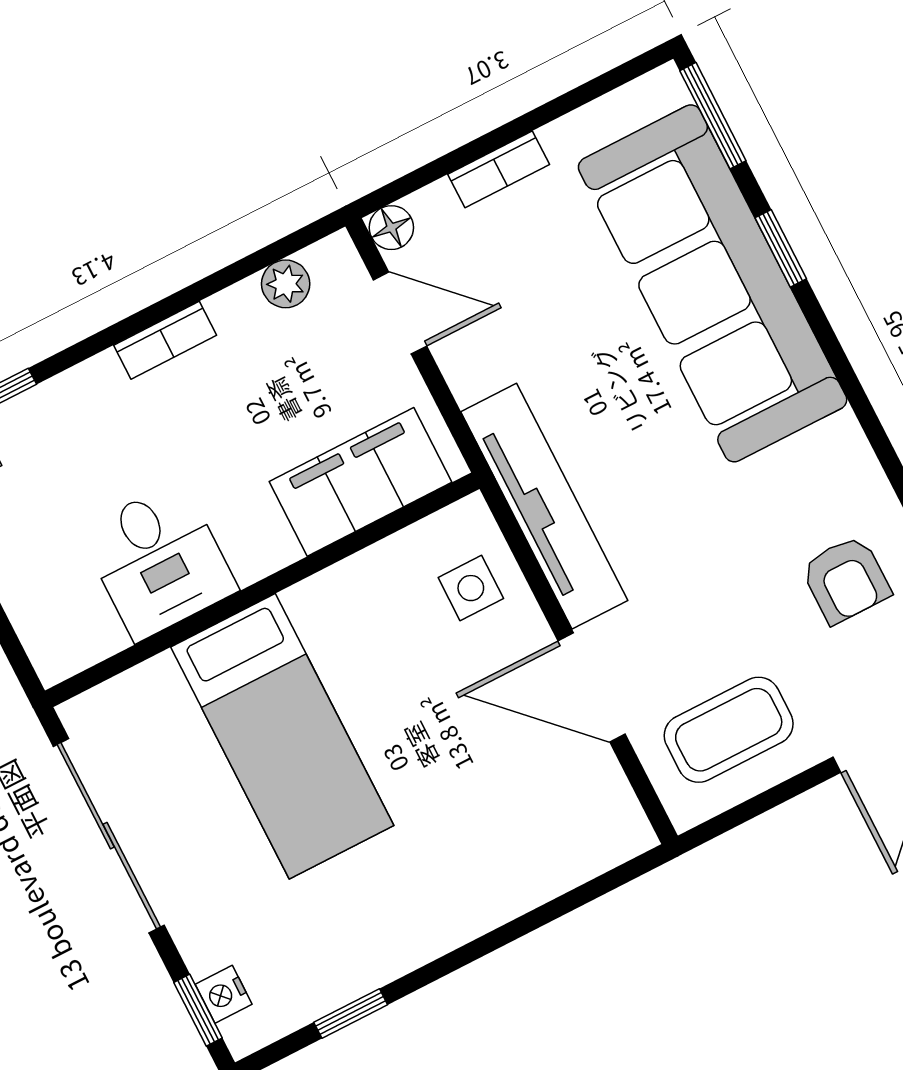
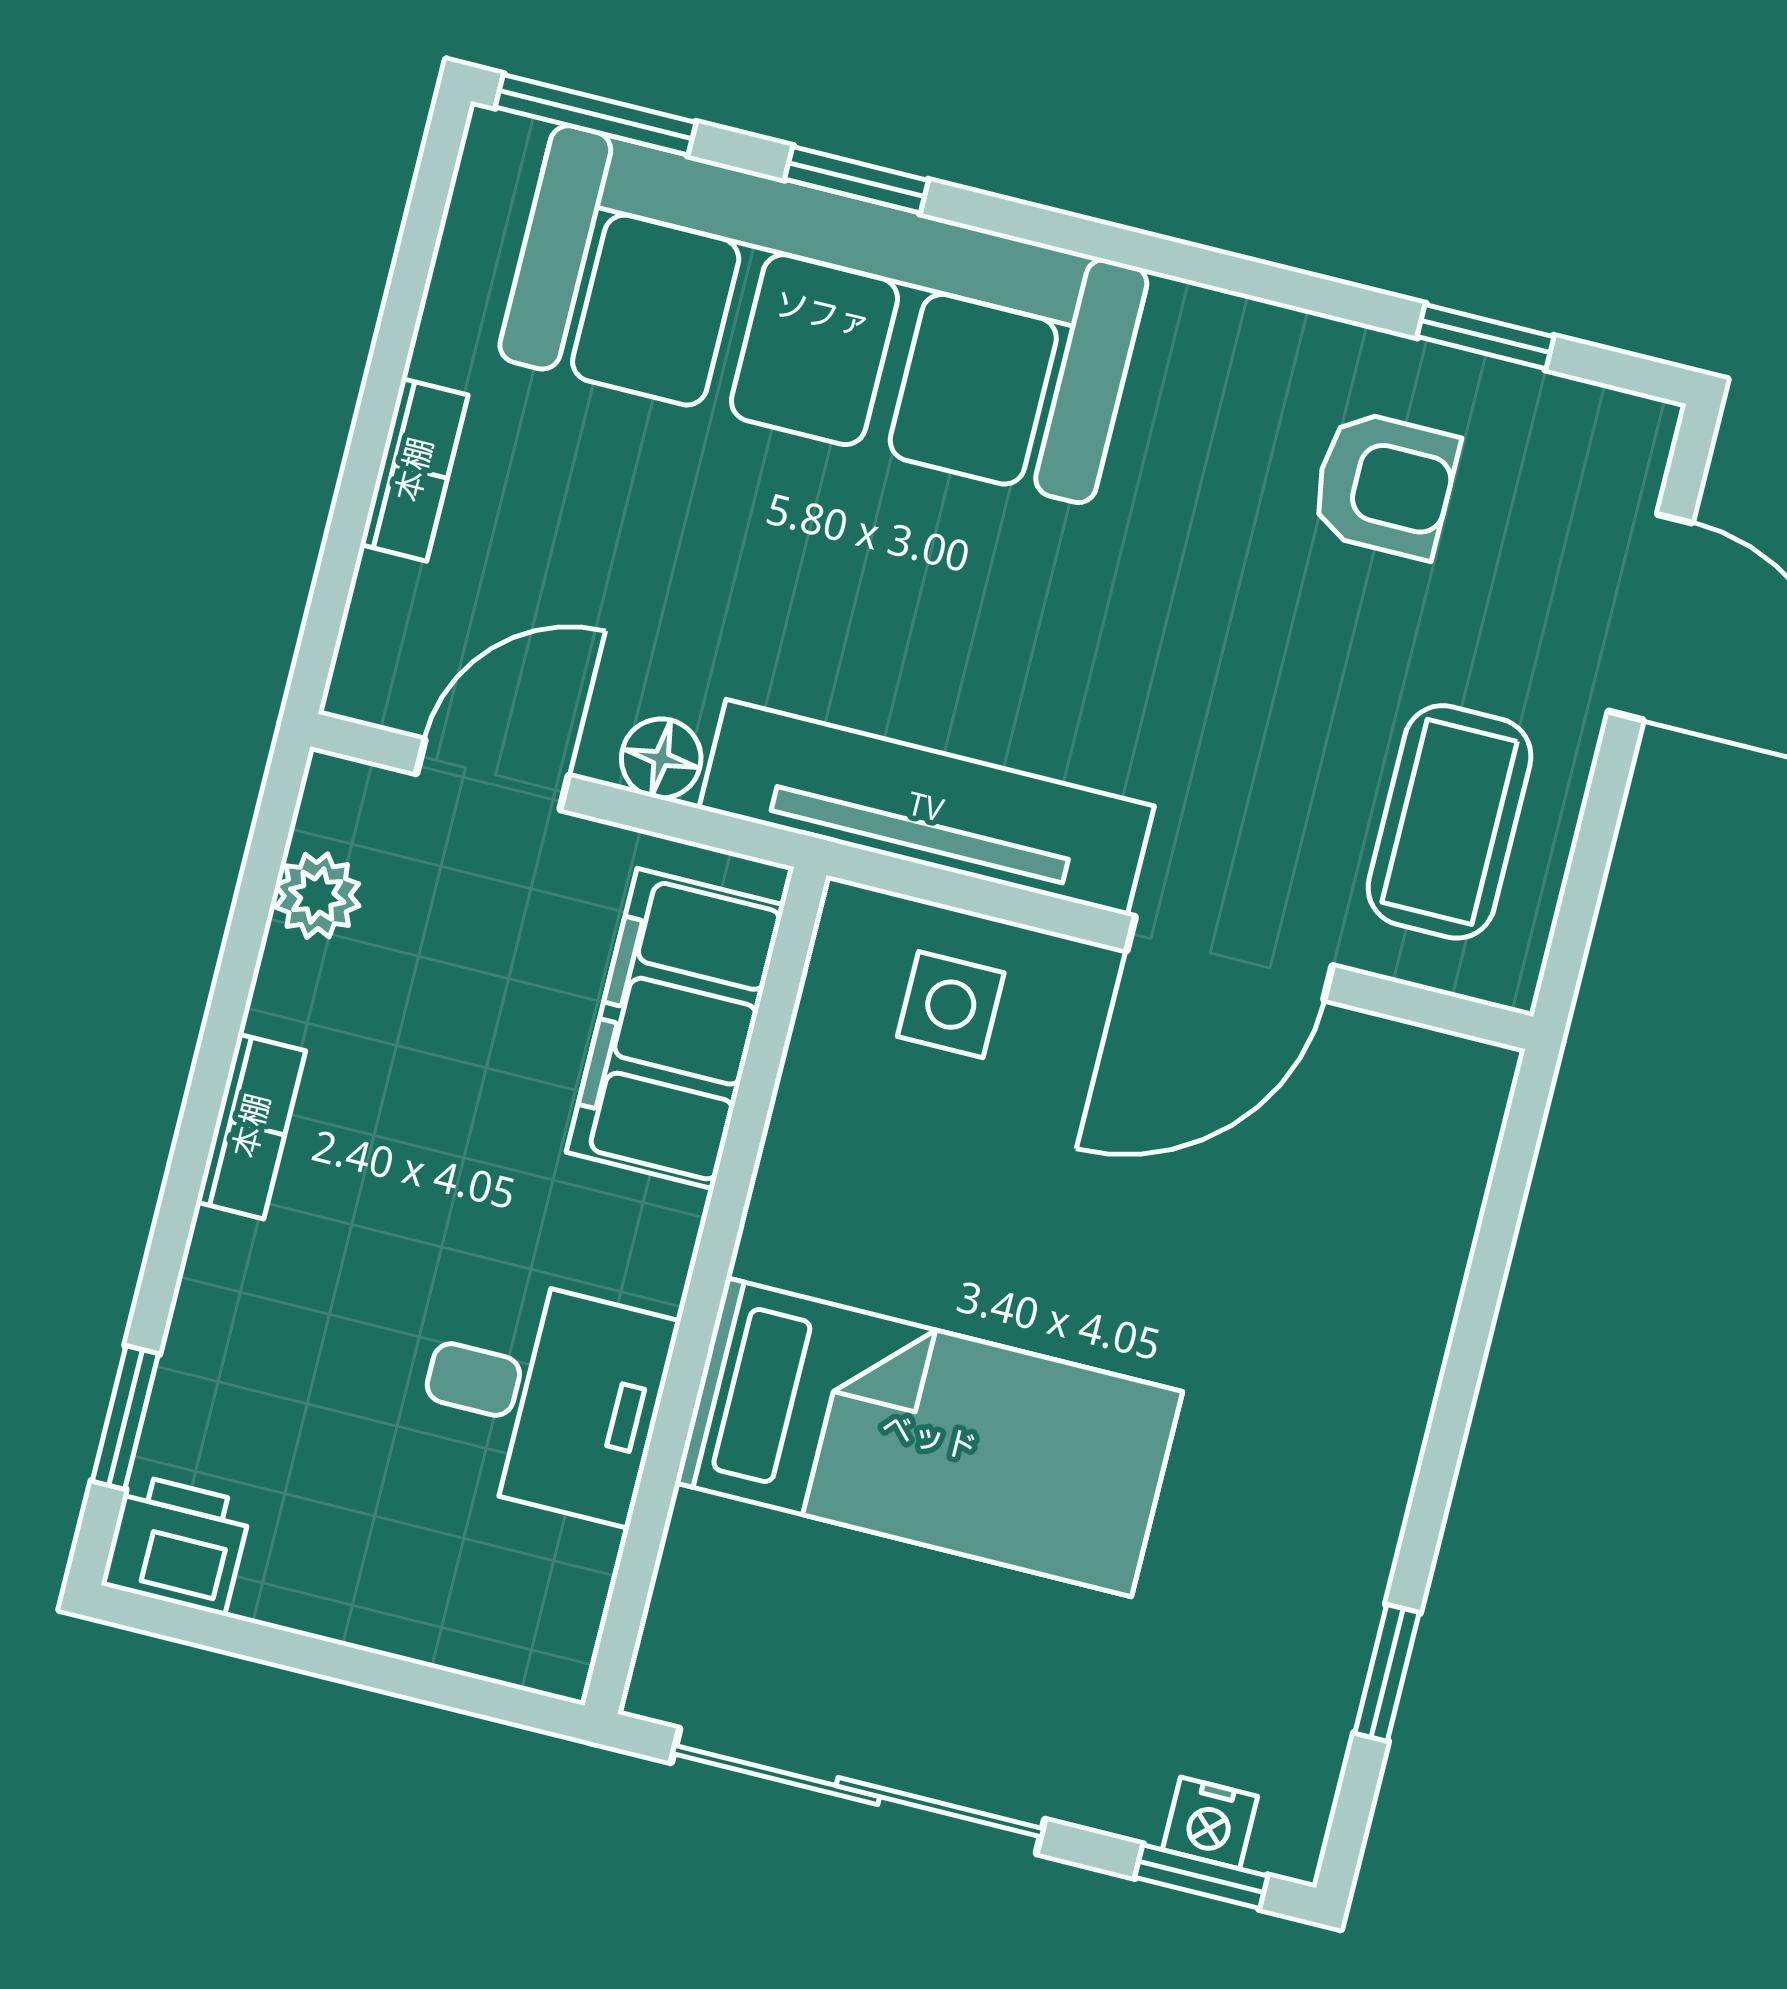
floor lamp: (391, 228) -> (661, 758), moved

